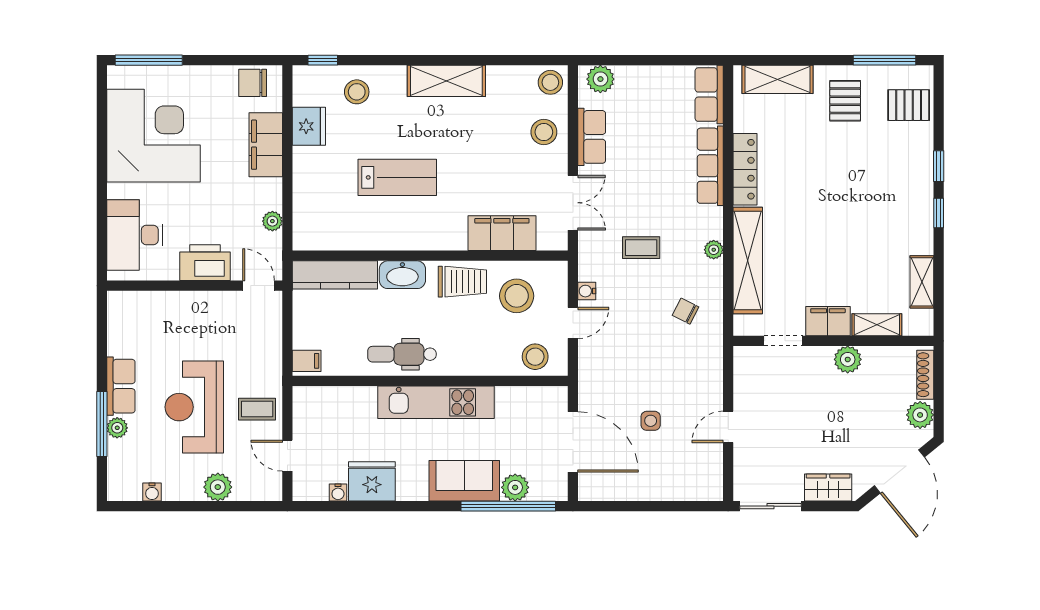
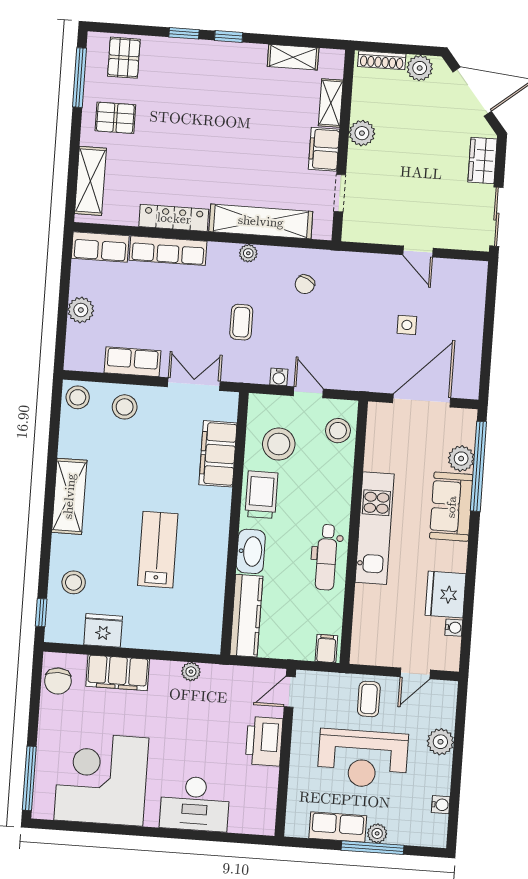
plant: (600, 79) -> (81, 310), moved
printer: (205, 263) -> (264, 741), moved
wall: (195, 286) -> (285, 753), moved
door: (259, 286) -> (290, 692), moved

